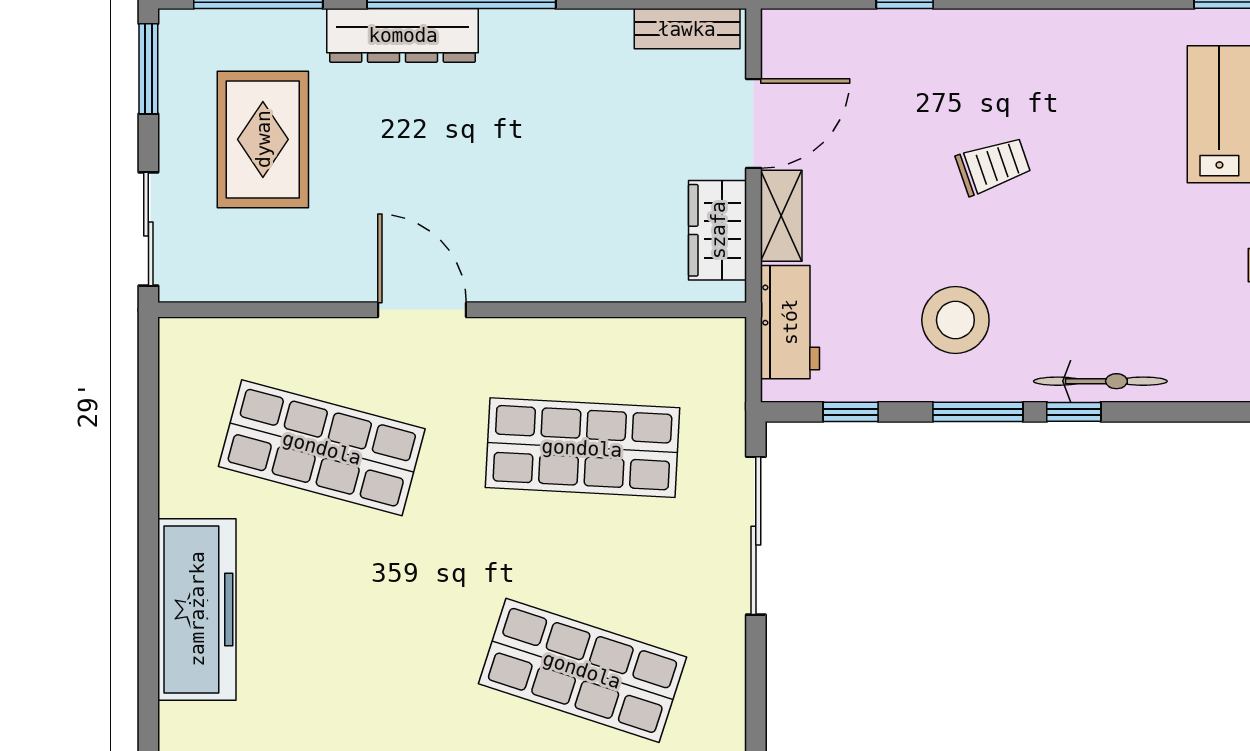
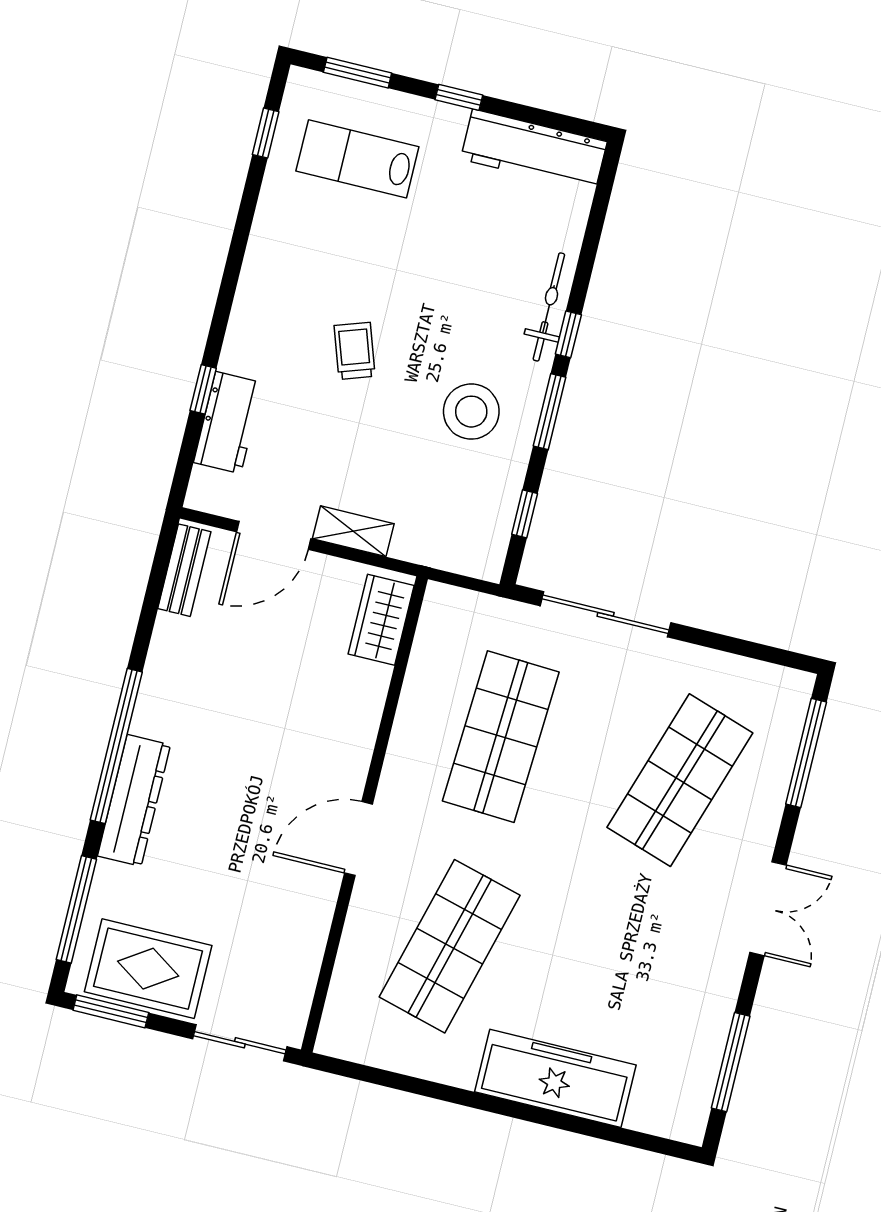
door: (754, 124) -> (274, 535), swing flipped
rug: (263, 139) -> (148, 969), moved
wardrobe: (718, 230) -> (381, 620), moved, turned 90
workbench: (790, 322) -> (228, 423), moved, turned 90

